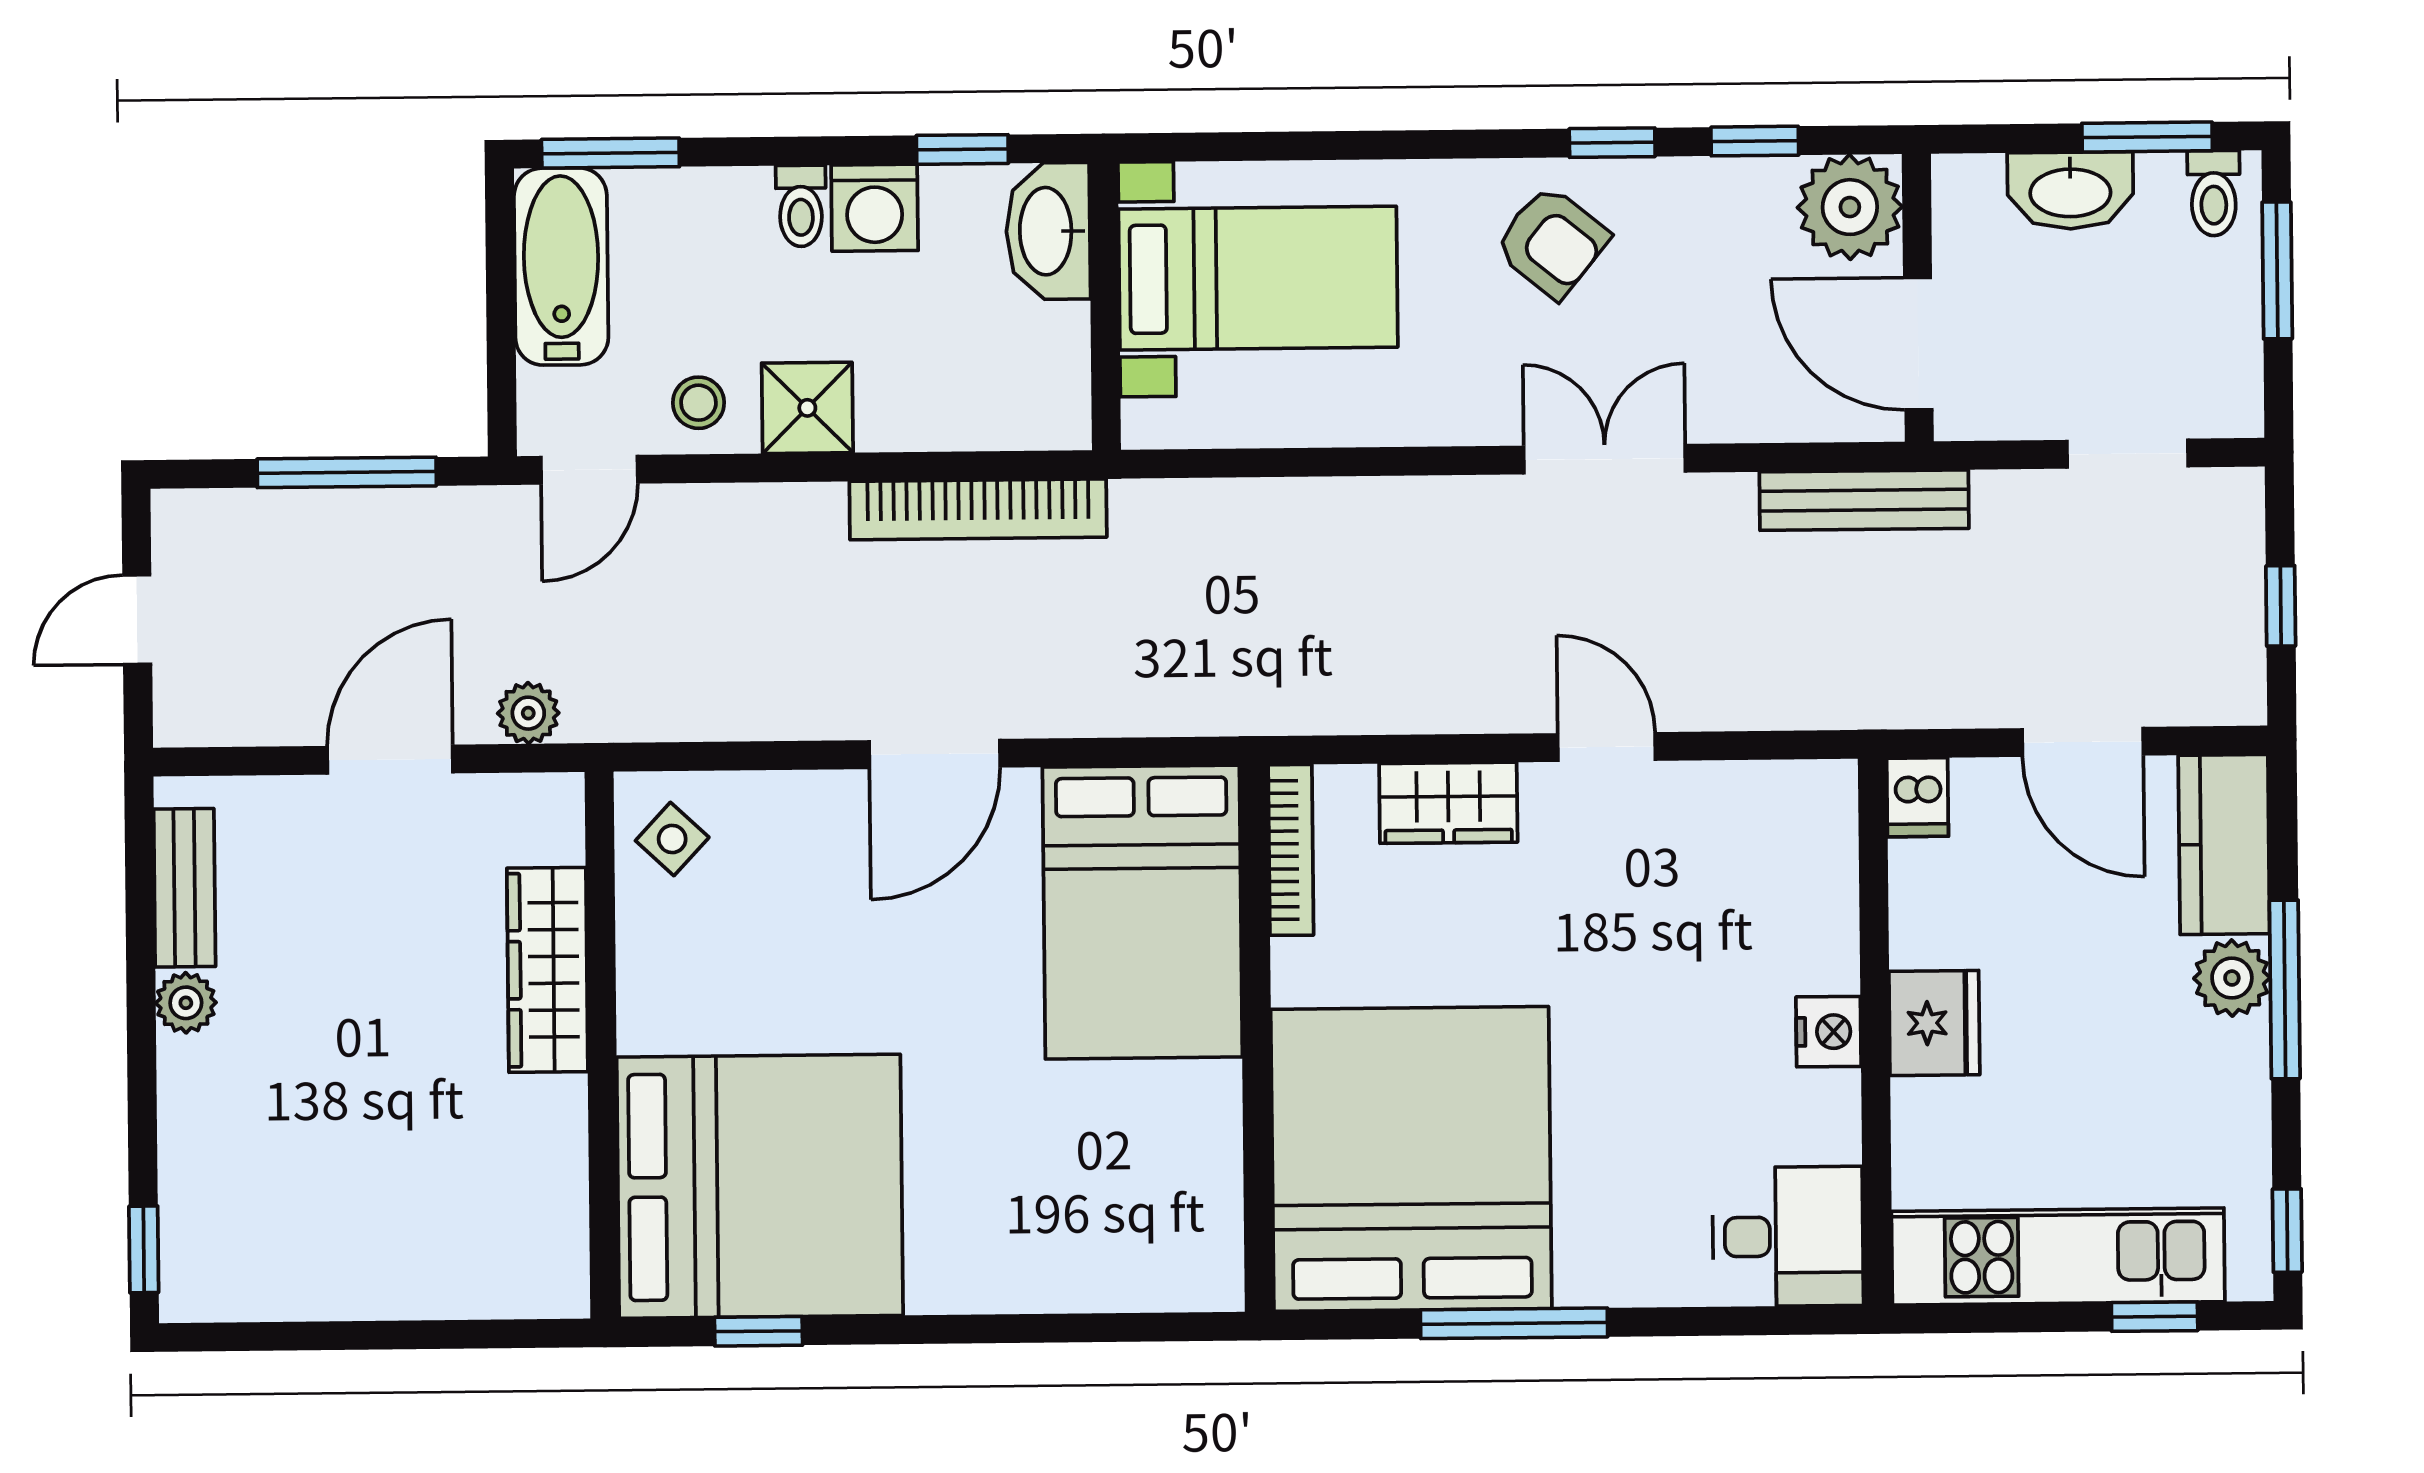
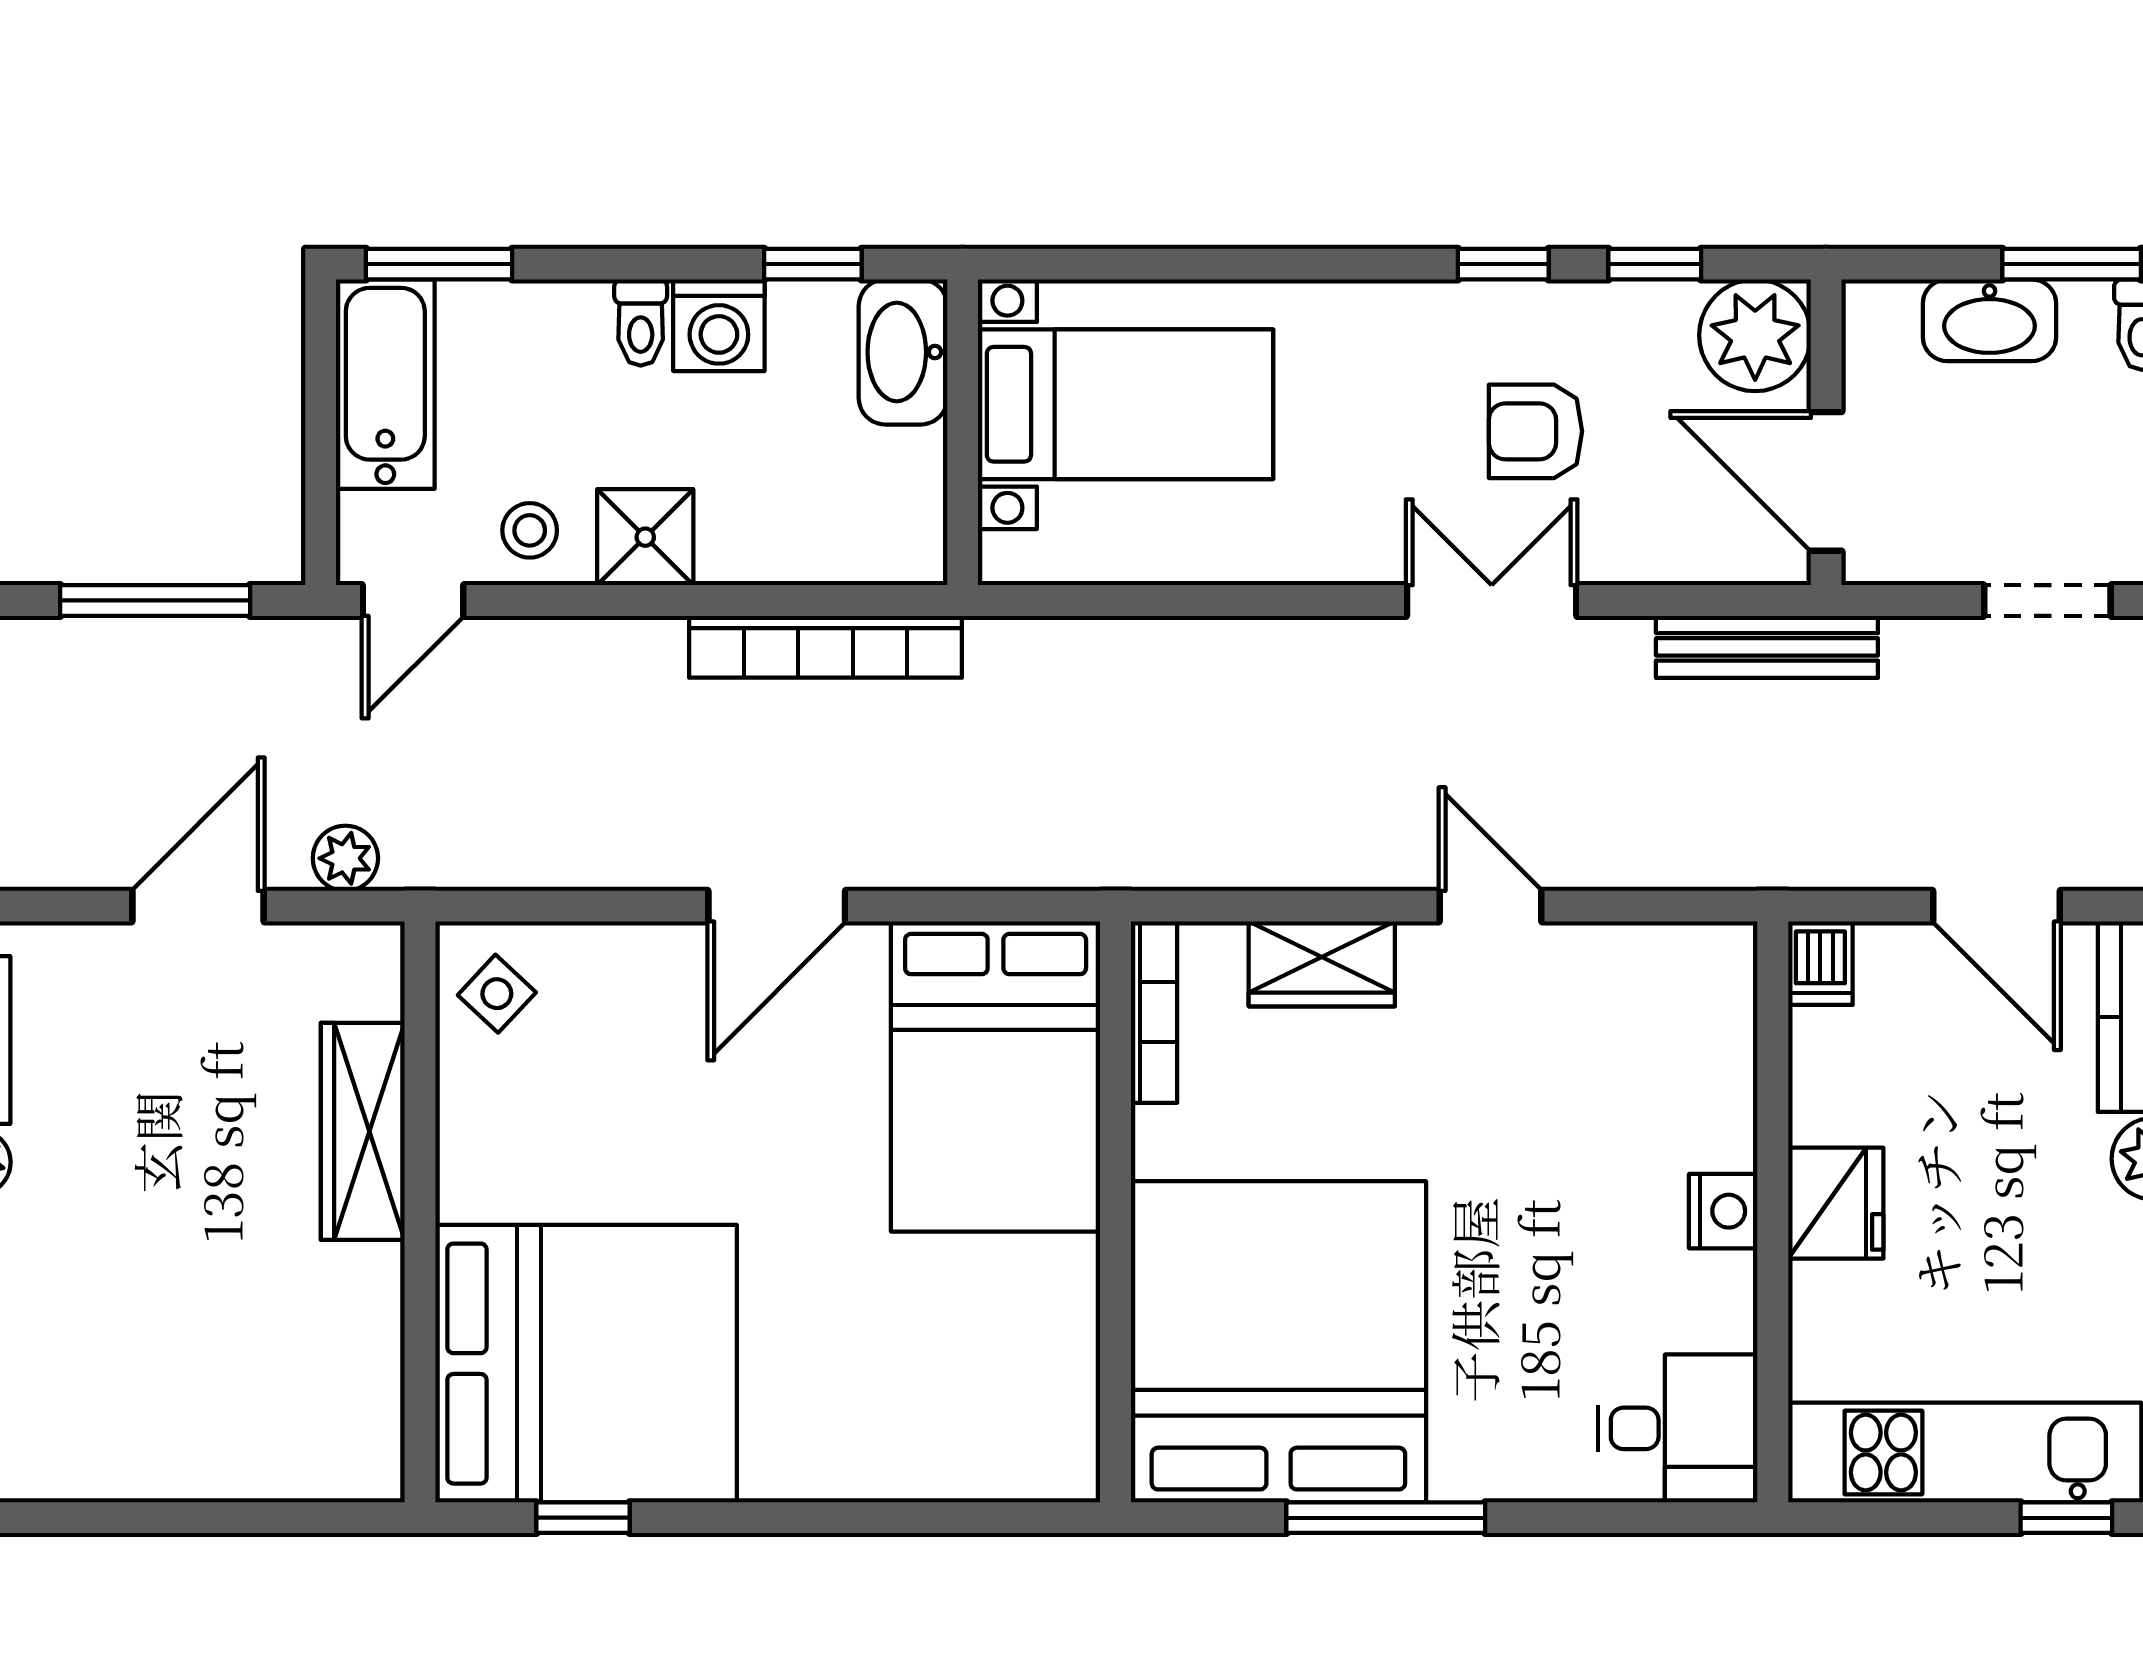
armchair: (1552, 242) -> (1536, 431), moved, turned 141

